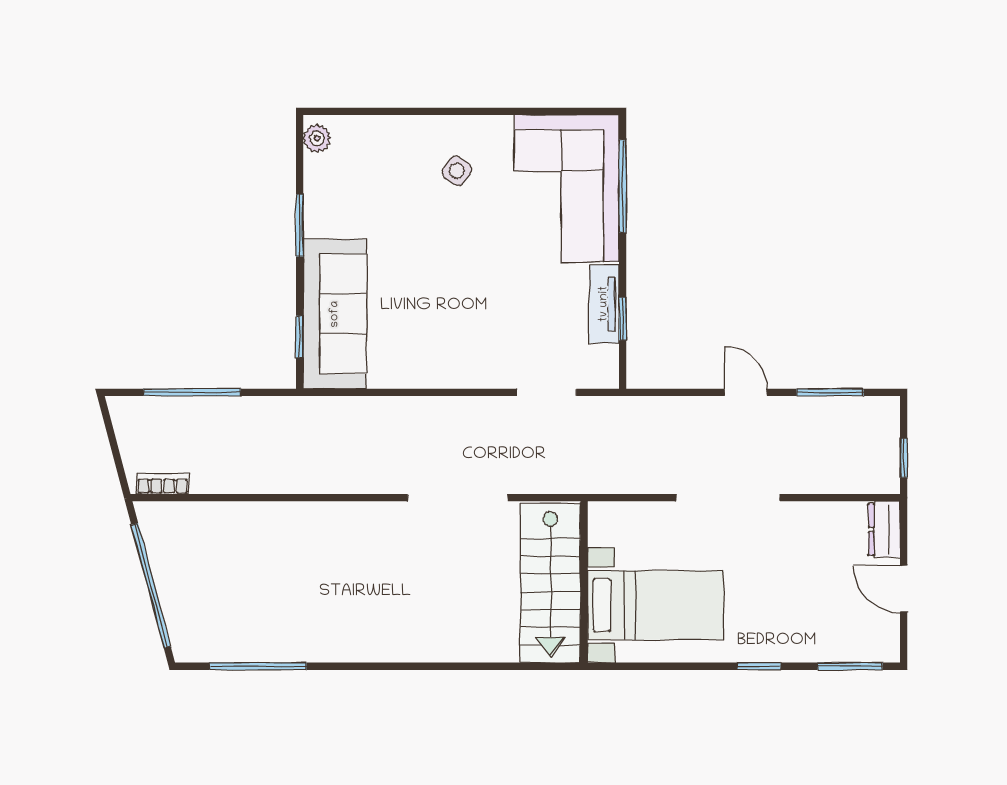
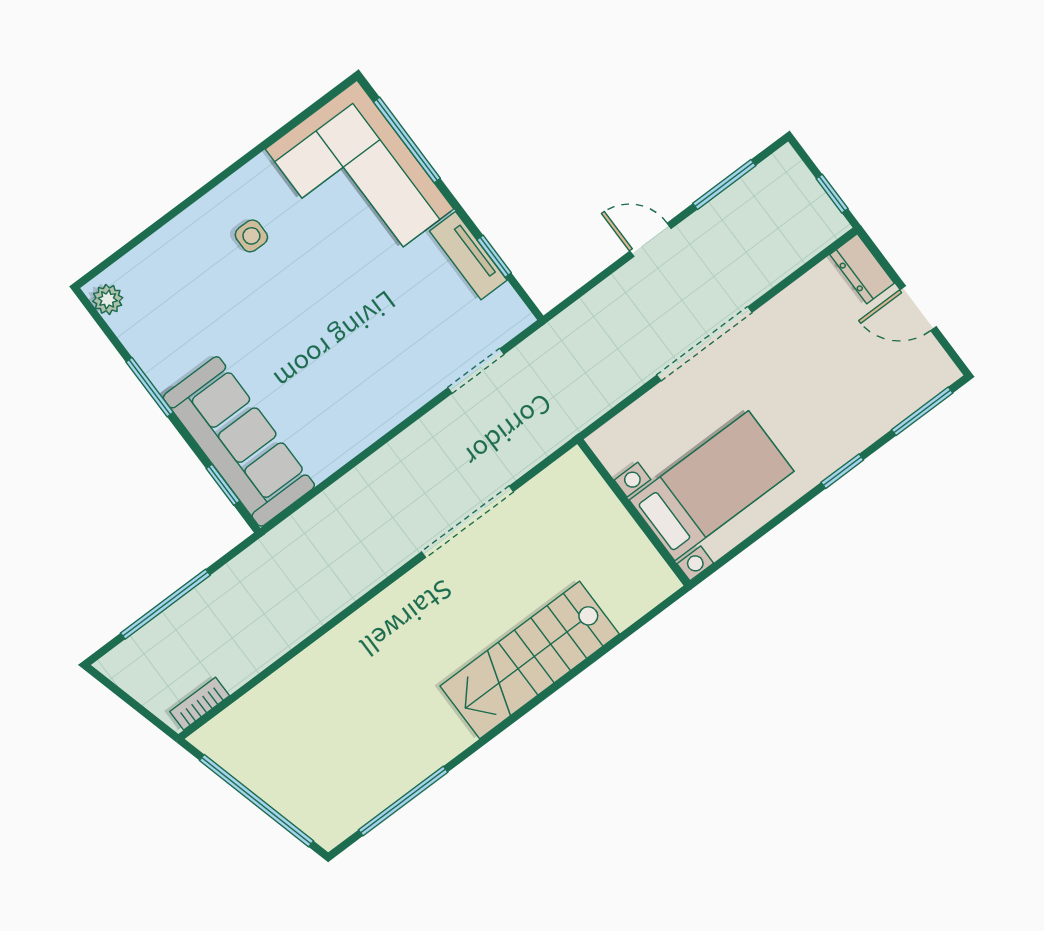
side table: (457, 171) -> (251, 236), turned -35
stairs: (550, 583) -> (530, 660), moved, turned 90

